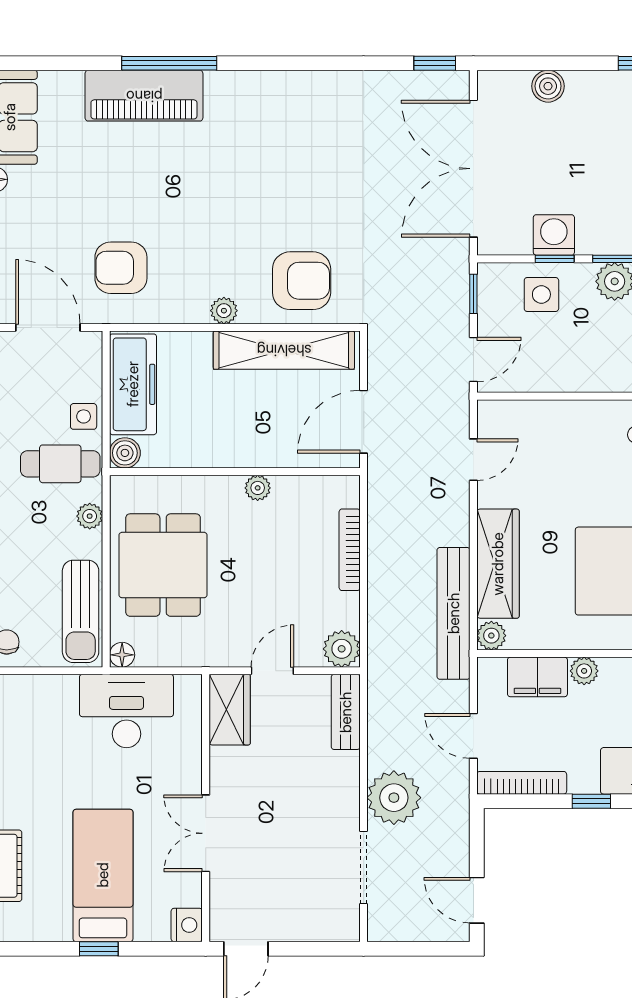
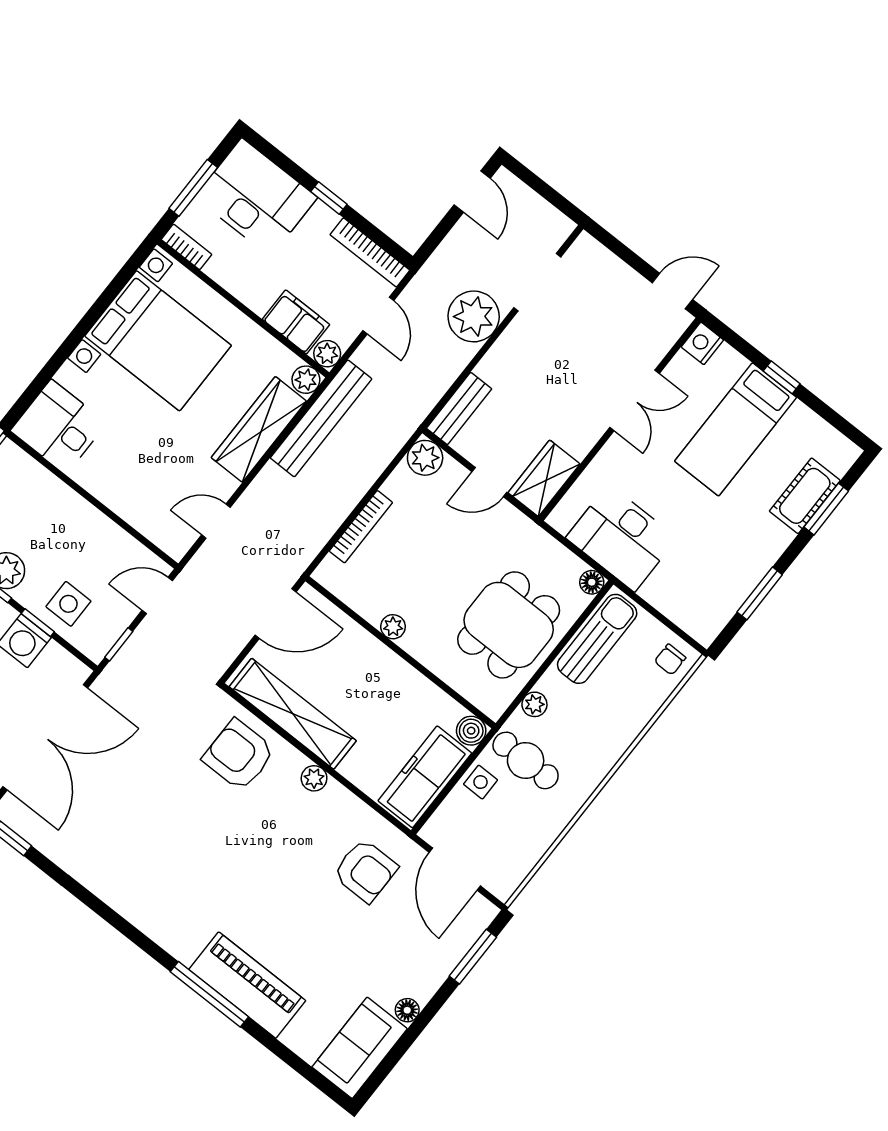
plant: (584, 671) -> (327, 354), moved

